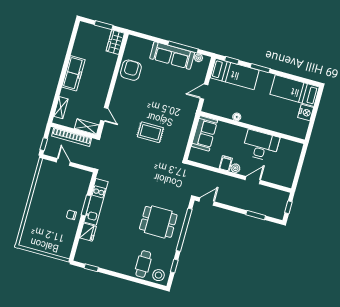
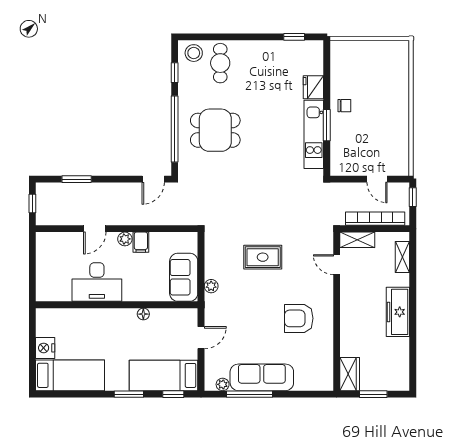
armchair: (131, 70) -> (299, 318), moved, turned 90
plant: (188, 123) -> (211, 286), added

